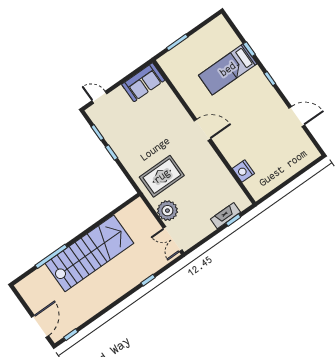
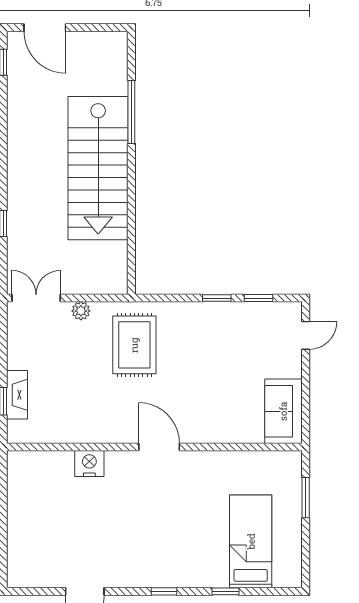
bed: (228, 69) -> (251, 541), moved
door: (202, 130) -> (159, 447), swing flipped
nightstand: (243, 171) -> (89, 463), moved
plant: (167, 211) -> (81, 311), width x0.53, depth x0.53

